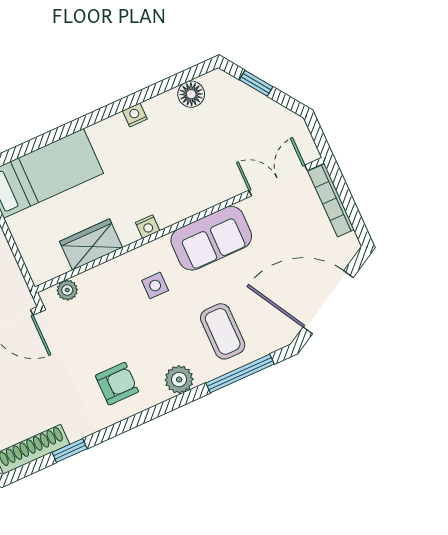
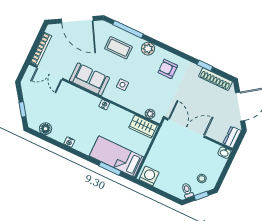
window: (33, 145) -> (110, 169), added
wardrobe: (91, 245) -> (143, 127), moved
coffee table: (223, 331) -> (118, 48), turned 90

